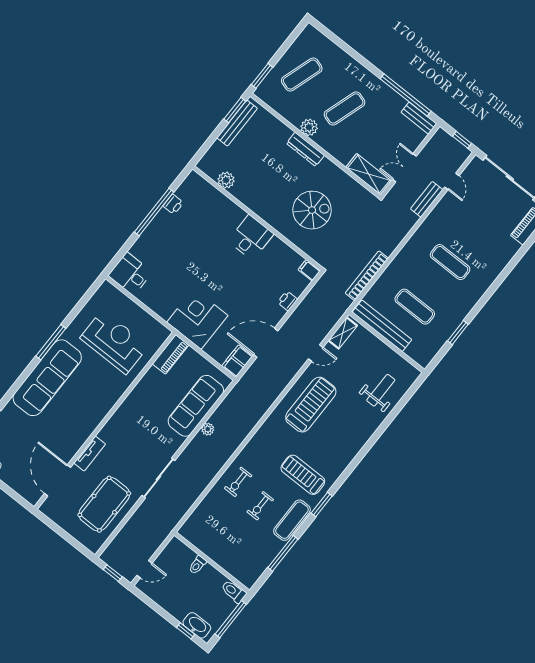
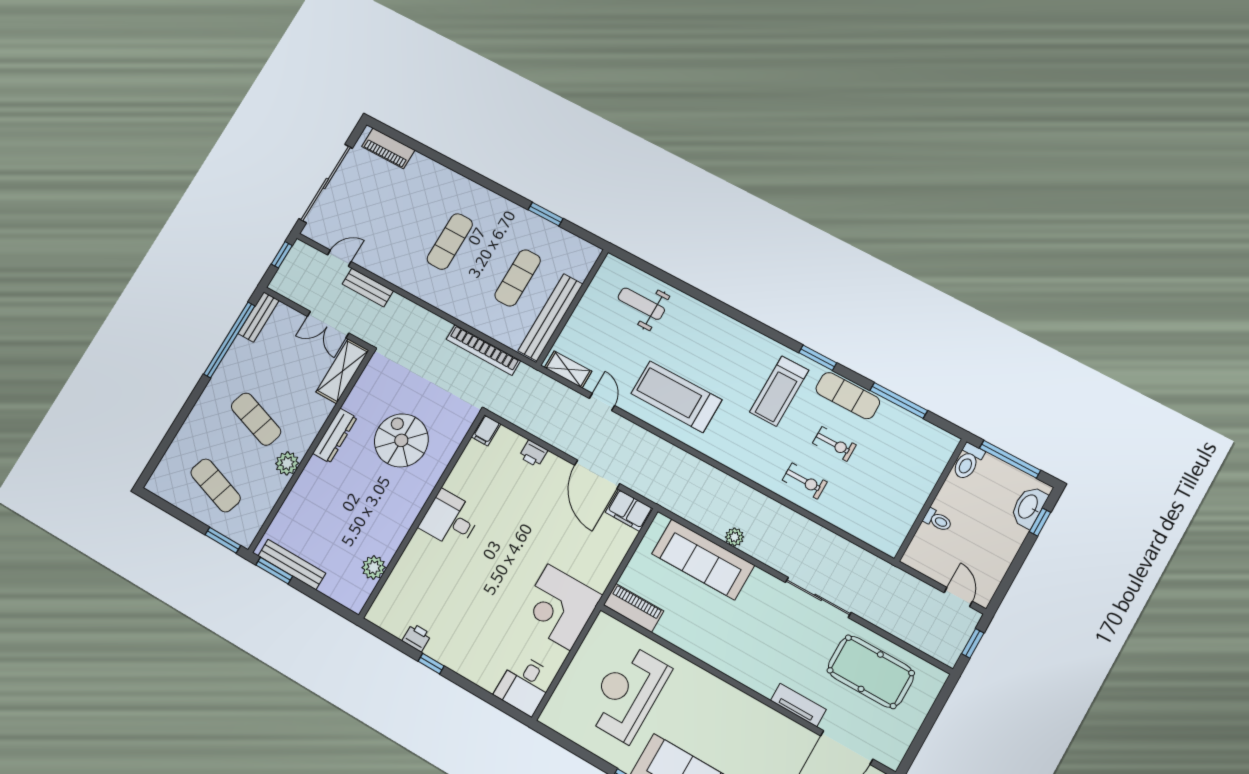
dresser: (305, 149) -> (335, 436), moved
window: (154, 212) -> (431, 664), width x0.32
corner desk: (197, 319) -> (559, 607), moved

